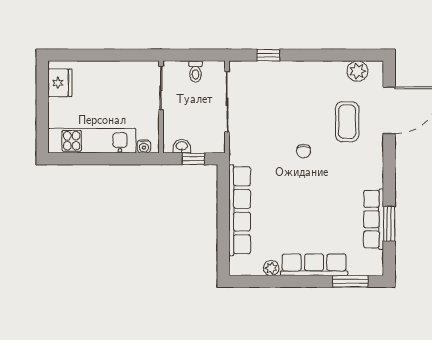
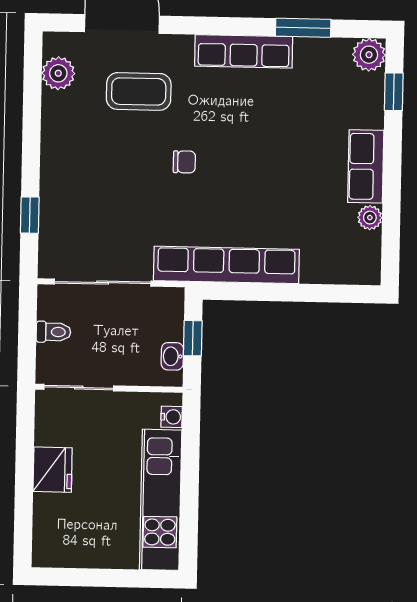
fridge: (60, 83) -> (53, 470), moved, turned 90
row of seats: (240, 210) -> (226, 265), moved
row of seats: (374, 219) -> (244, 51), moved
row of seats: (314, 265) -> (366, 166), width x0.68
plant: (373, 265) -> (369, 55), added
window: (350, 281) -> (394, 92), width x0.67

